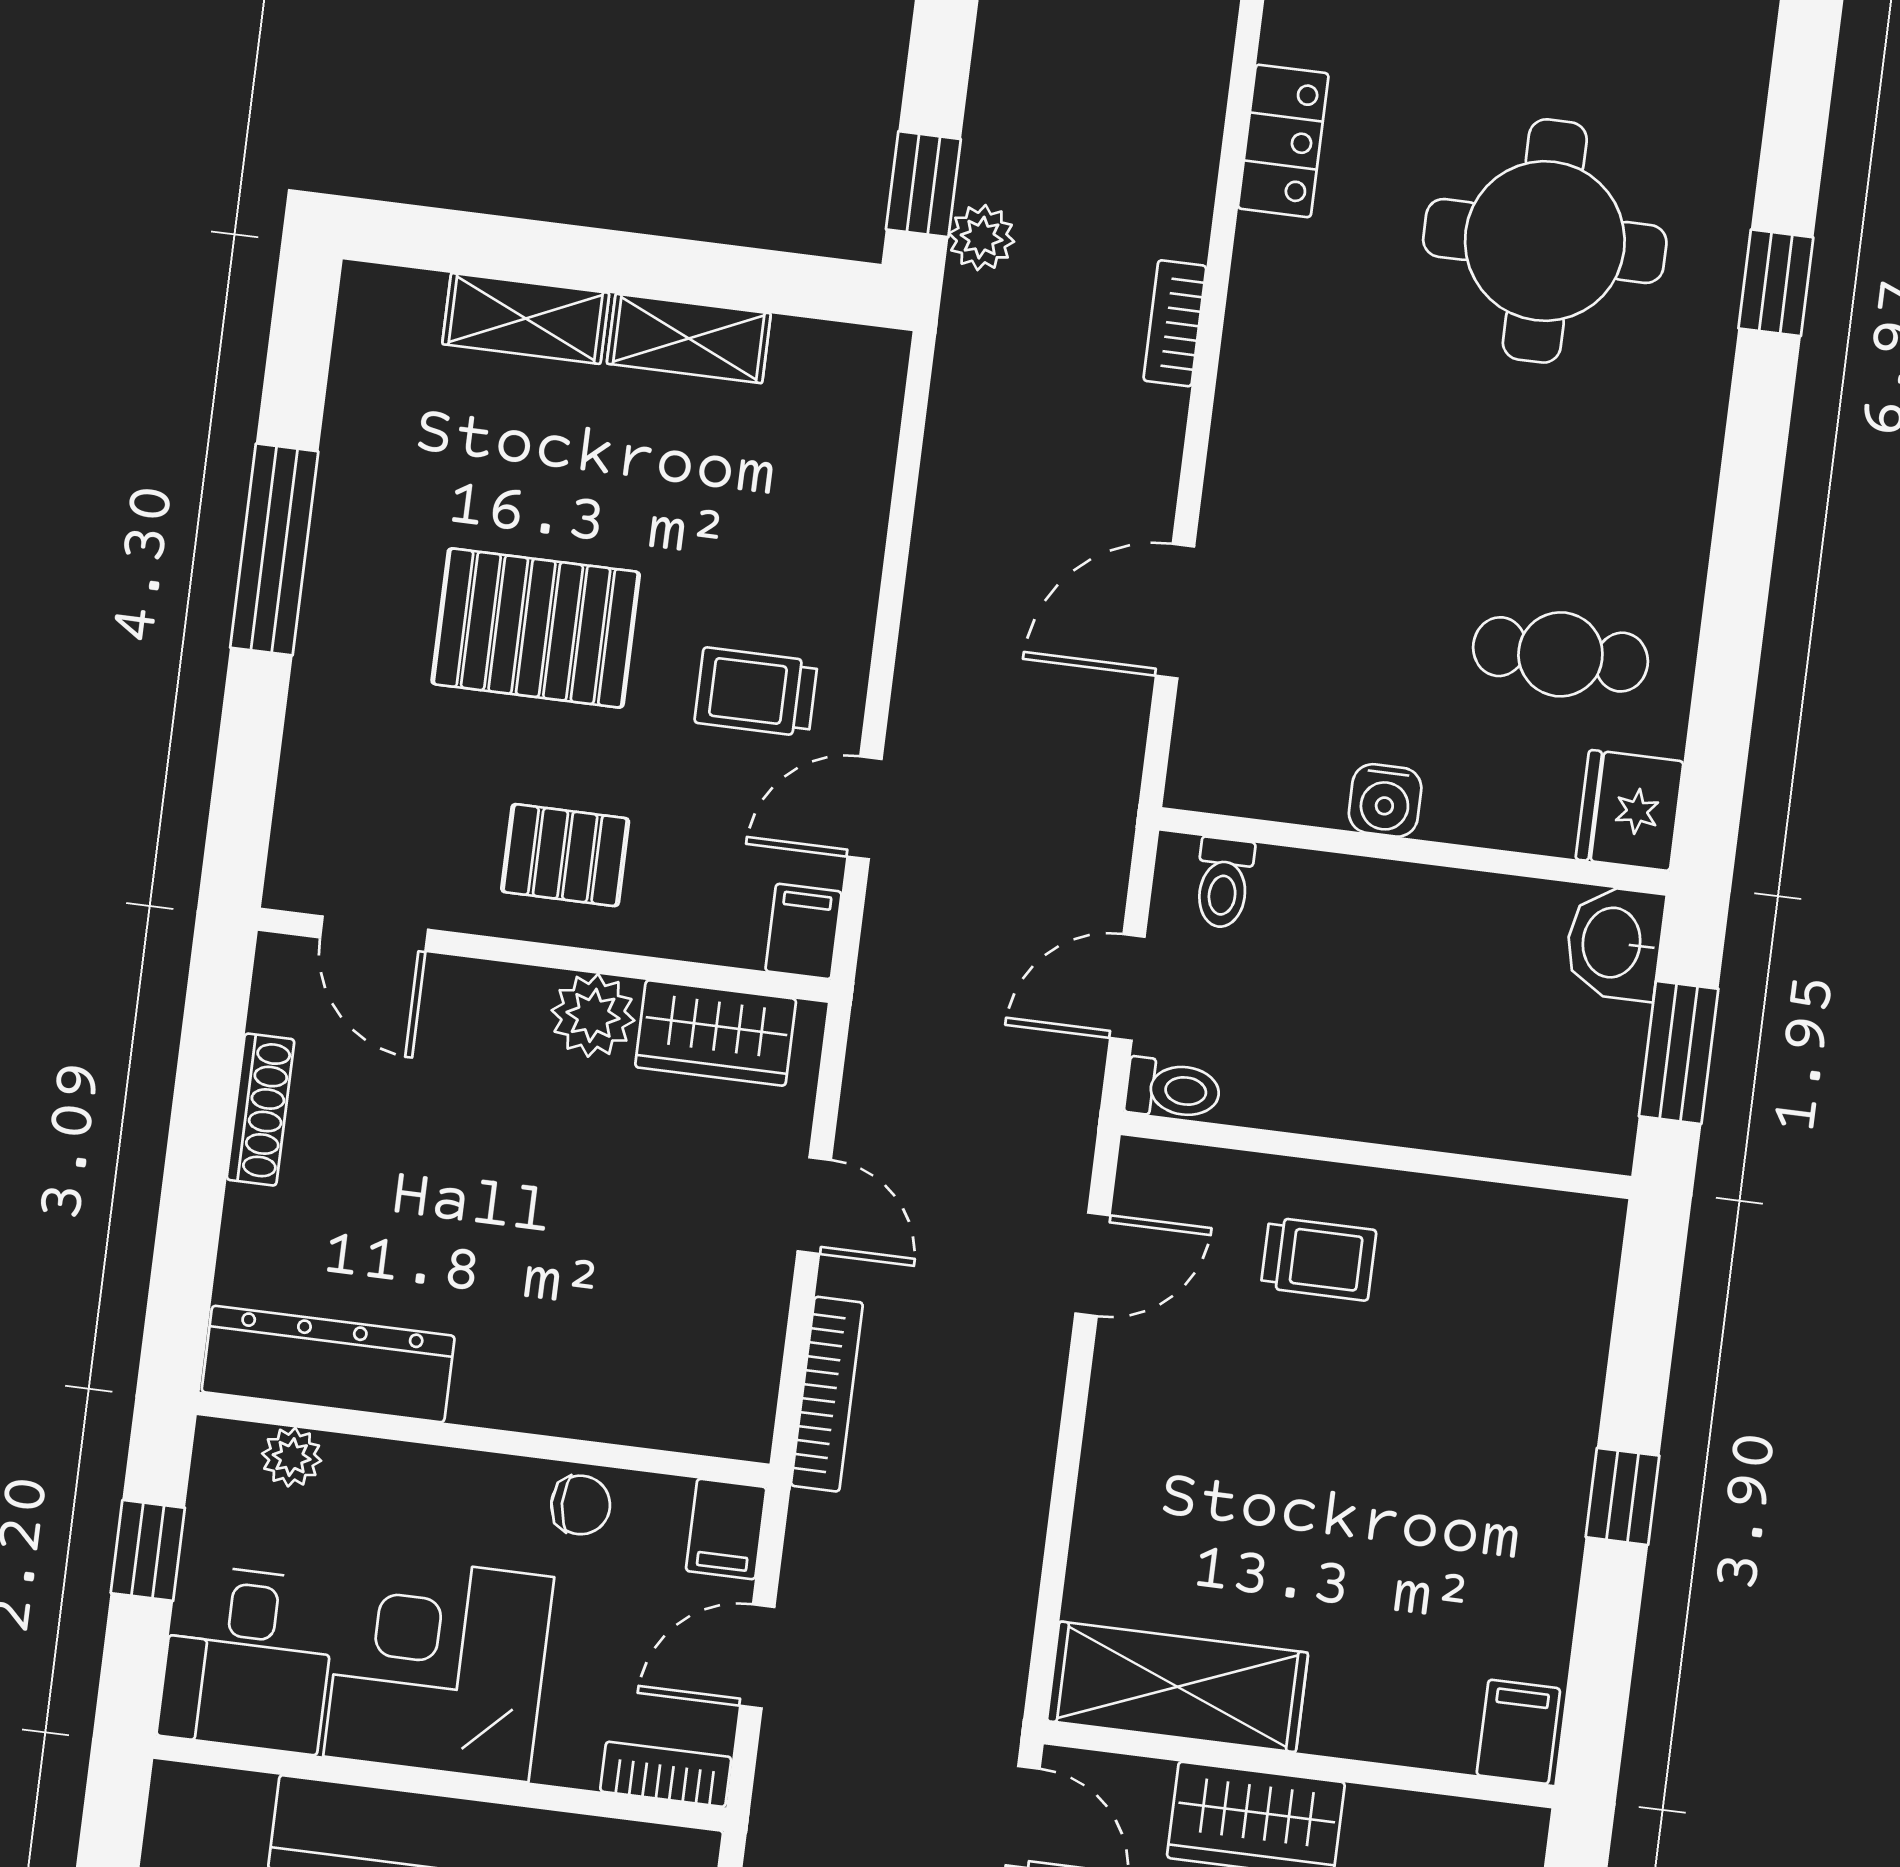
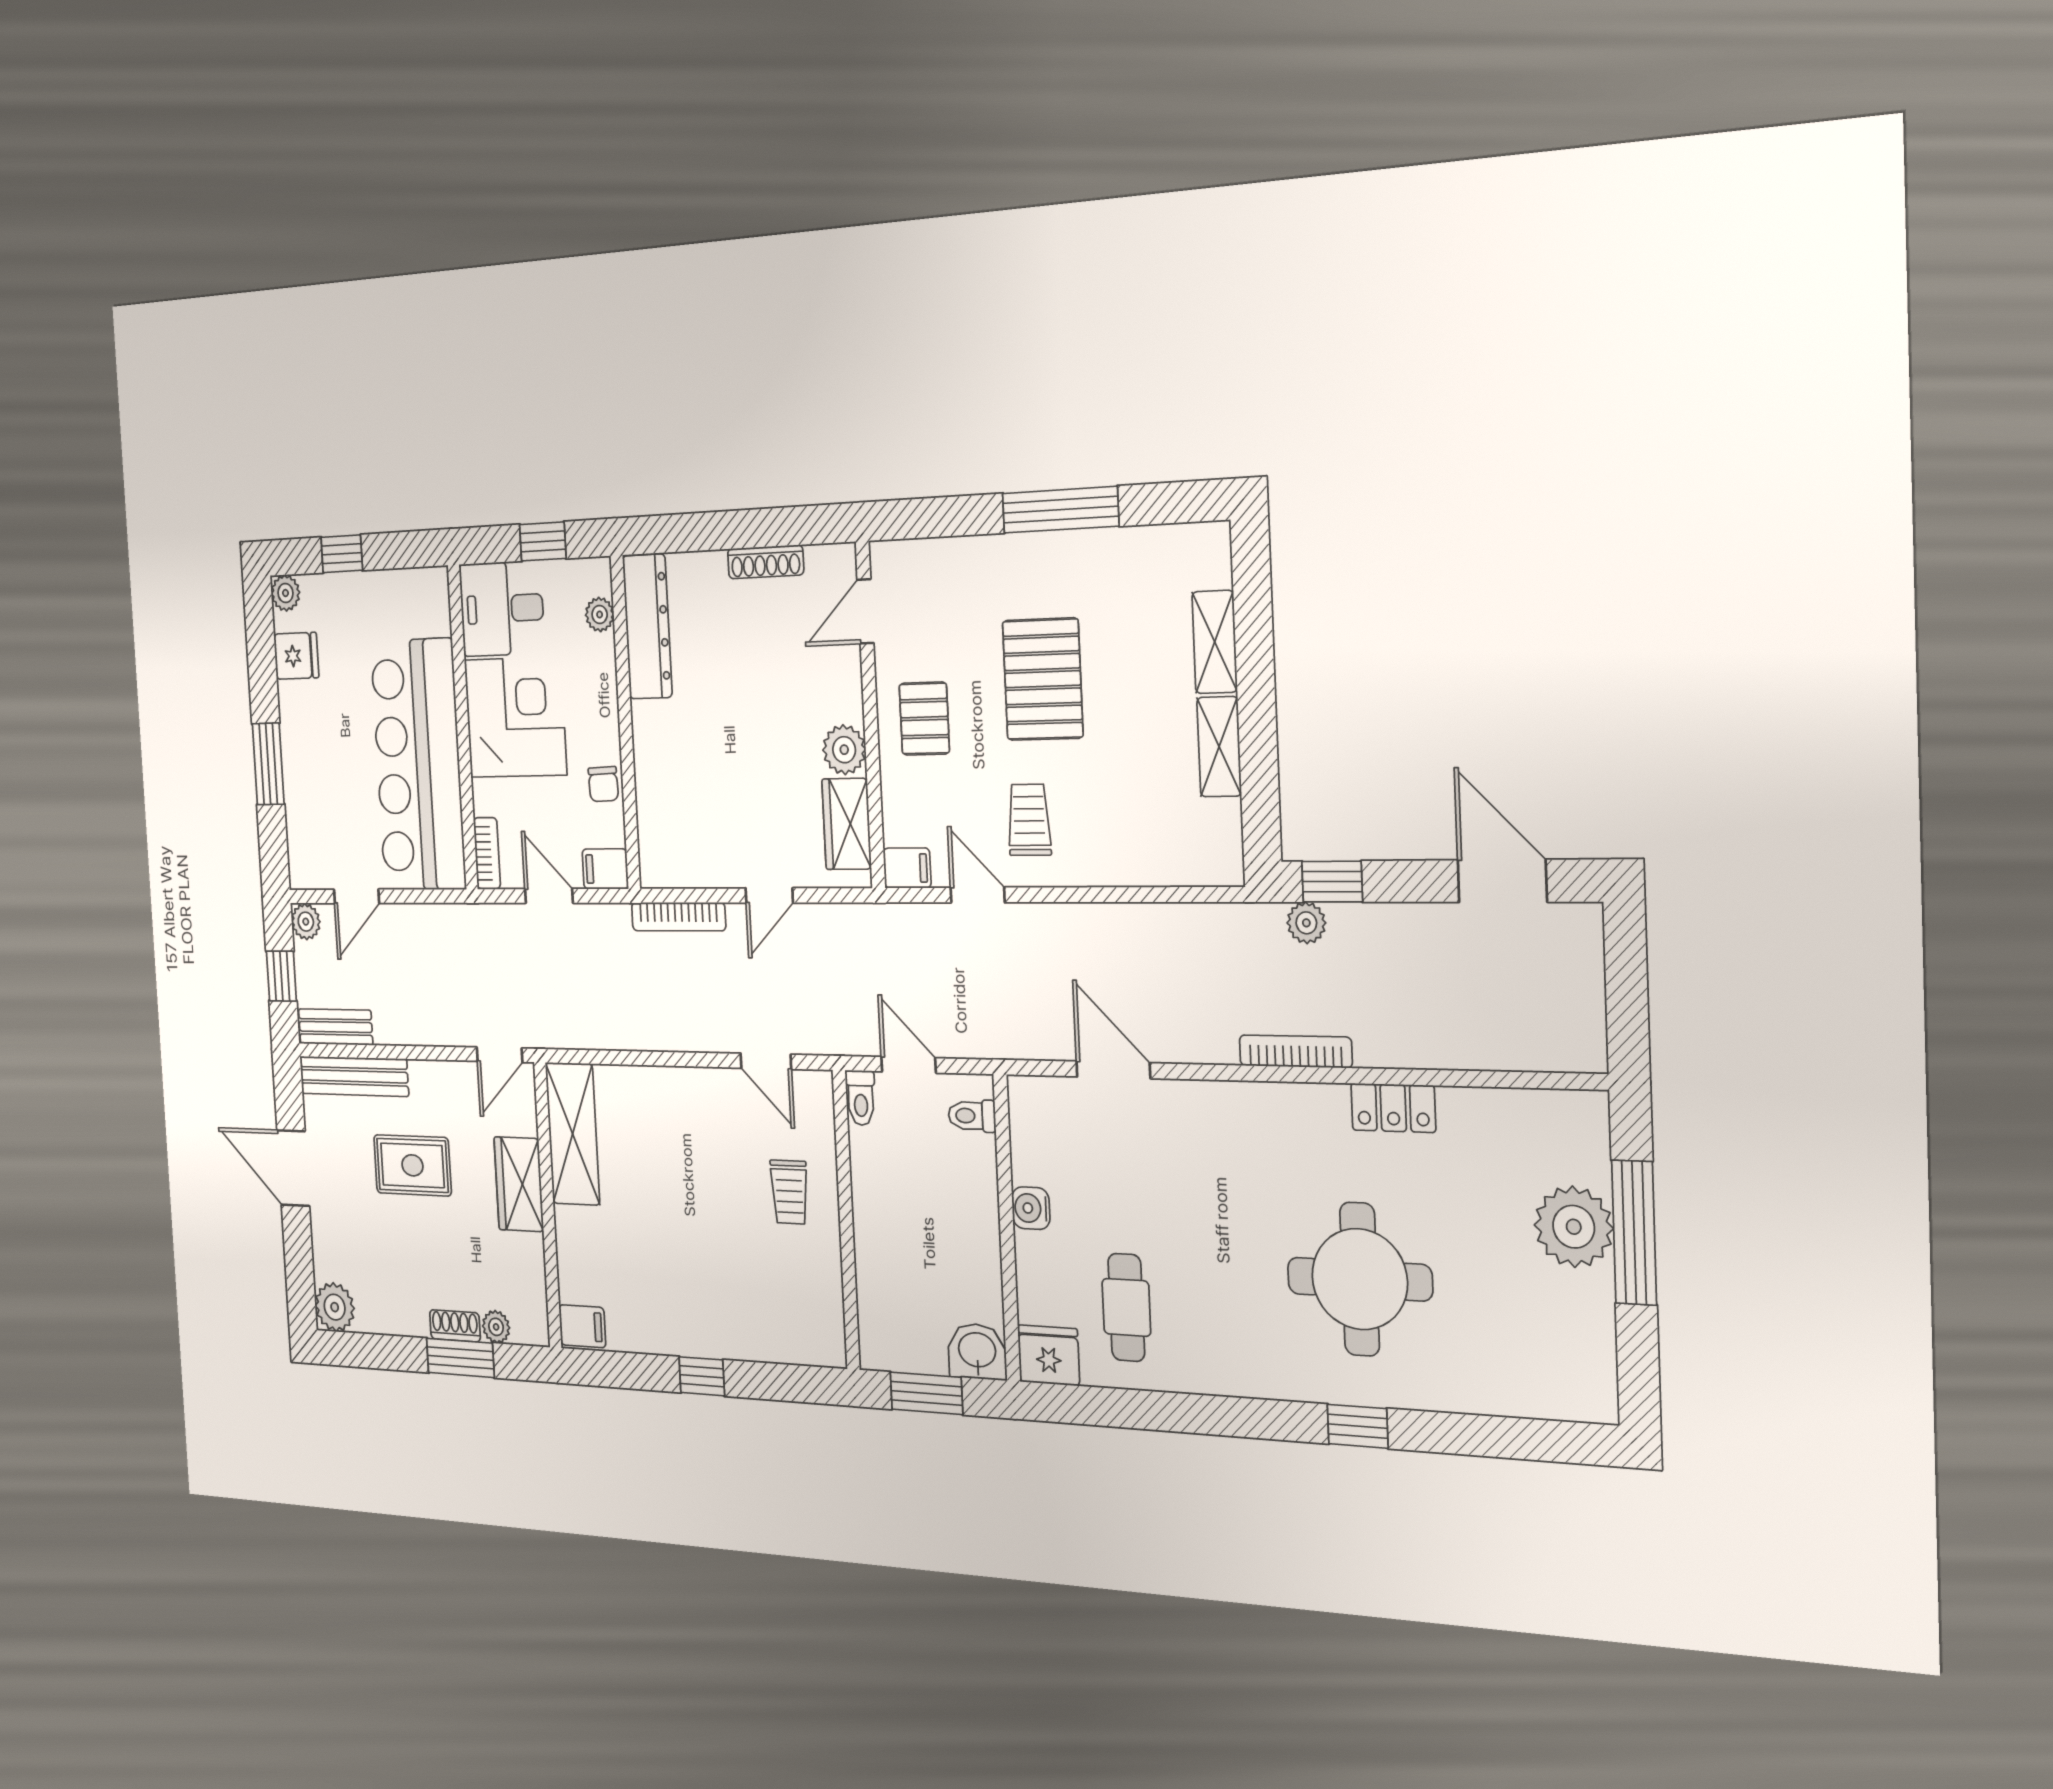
bookcase: (1175, 323) -> (1296, 1051), width x1.56

